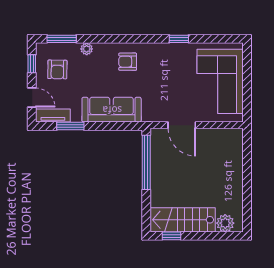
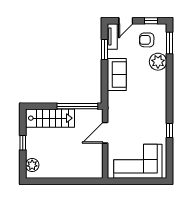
plant: (87, 49) -> (158, 62), width x1.87, depth x1.87
armchair: (128, 62) -> (152, 92), removed
sofa: (112, 110) -> (117, 74), width x0.73
stairs: (183, 220) -> (50, 118), moved, turned 90
window: (171, 236) -> (23, 143), moved

